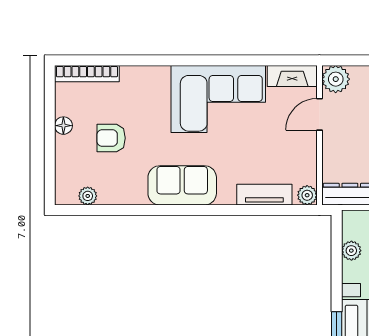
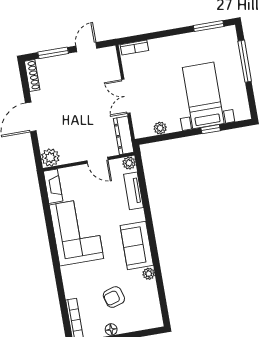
door: (319, 114) -> (97, 160), moved
armchair: (111, 138) -> (114, 297), turned 74
plant: (88, 196) -> (149, 274), moved

